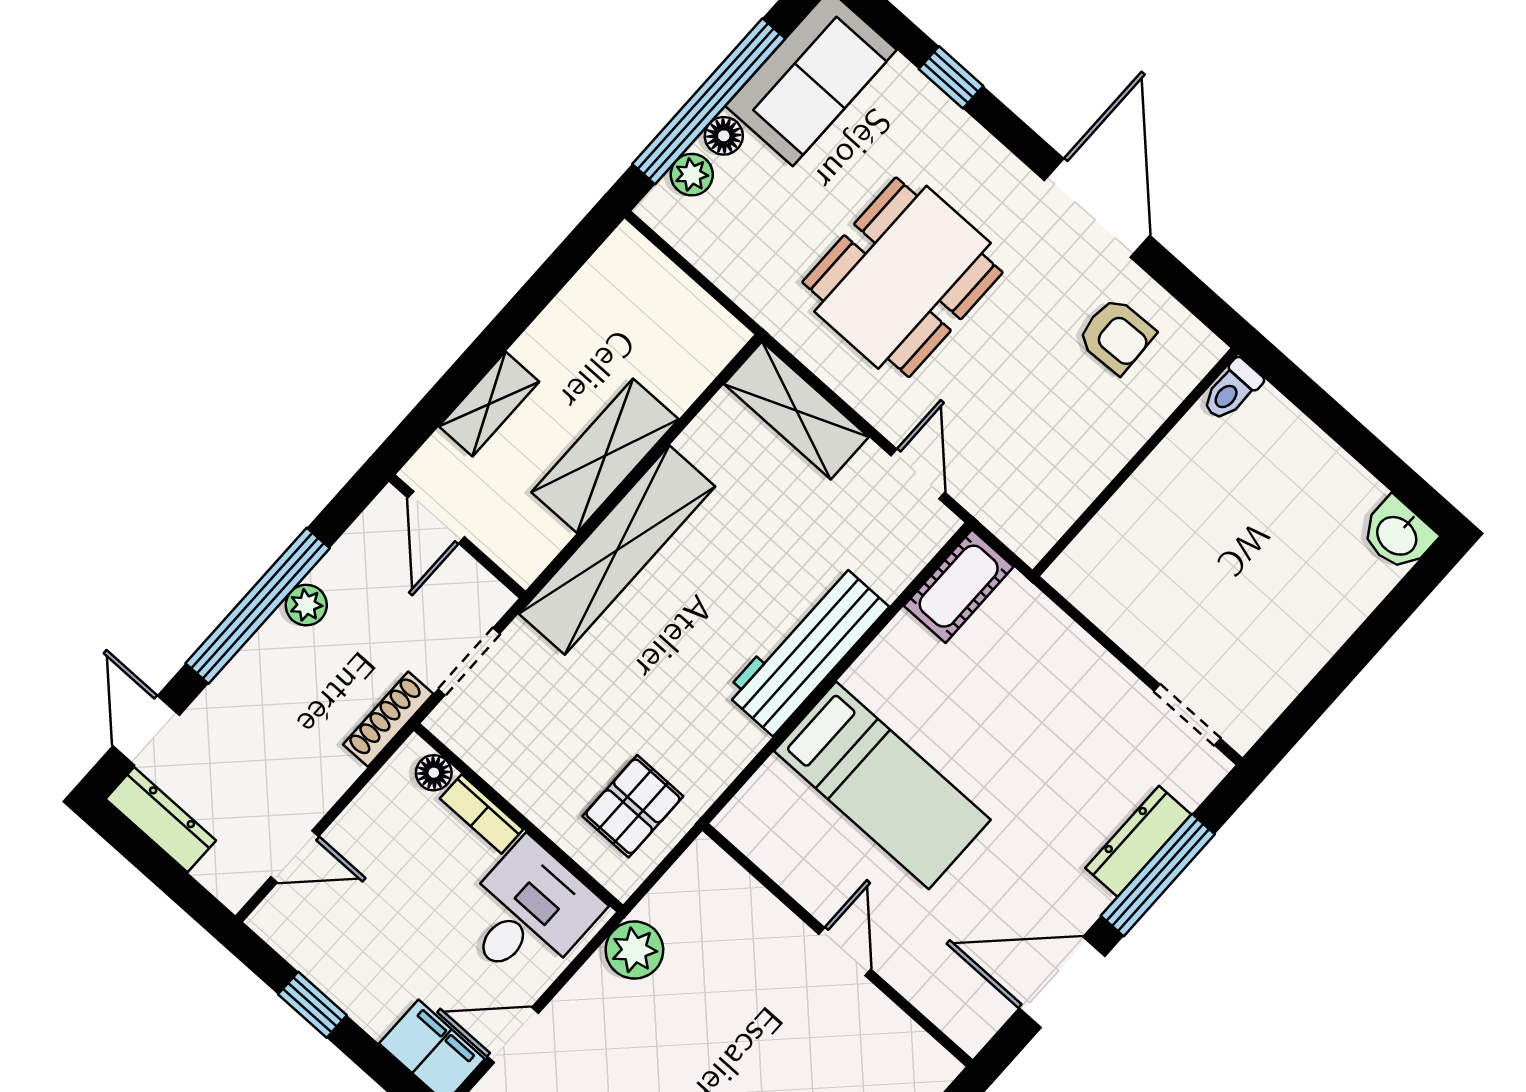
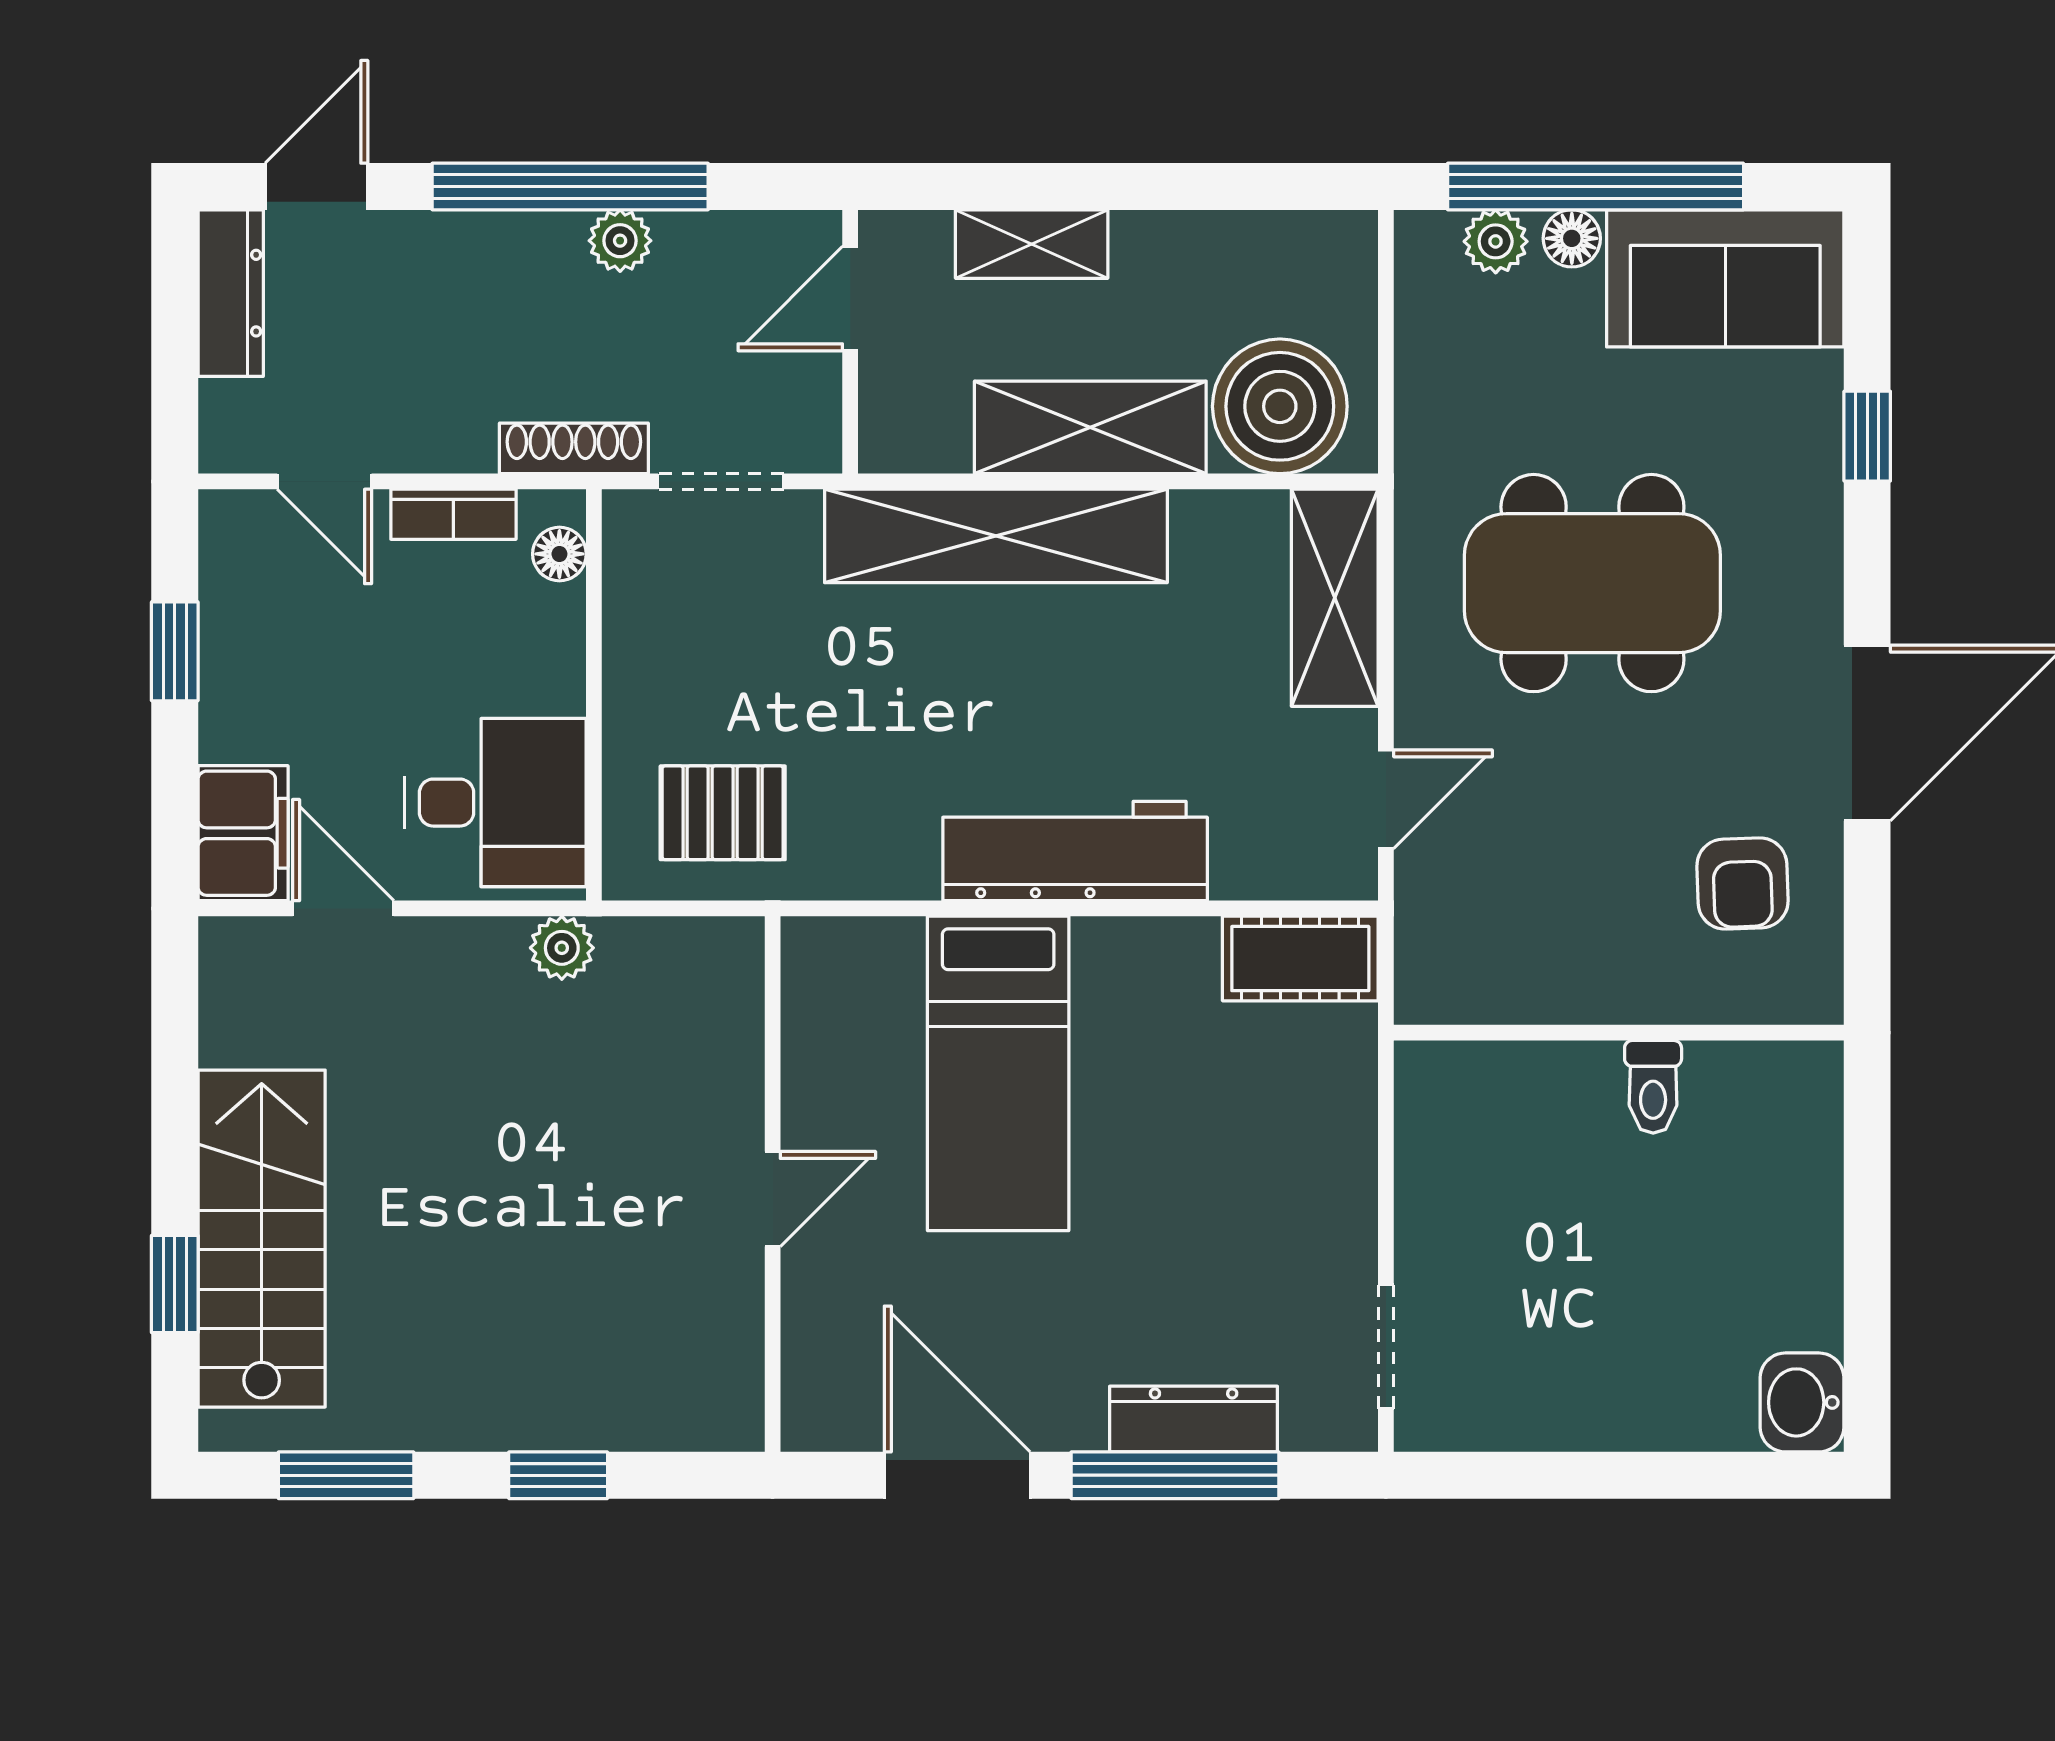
boiler: (678, 353) -> (1280, 406), added
toilet: (1232, 390) -> (1653, 1087), moved, turned -90
bookcase: (482, 814) -> (453, 514), moved, turned -90
plant: (634, 950) -> (562, 948), width x0.73, depth x0.73

